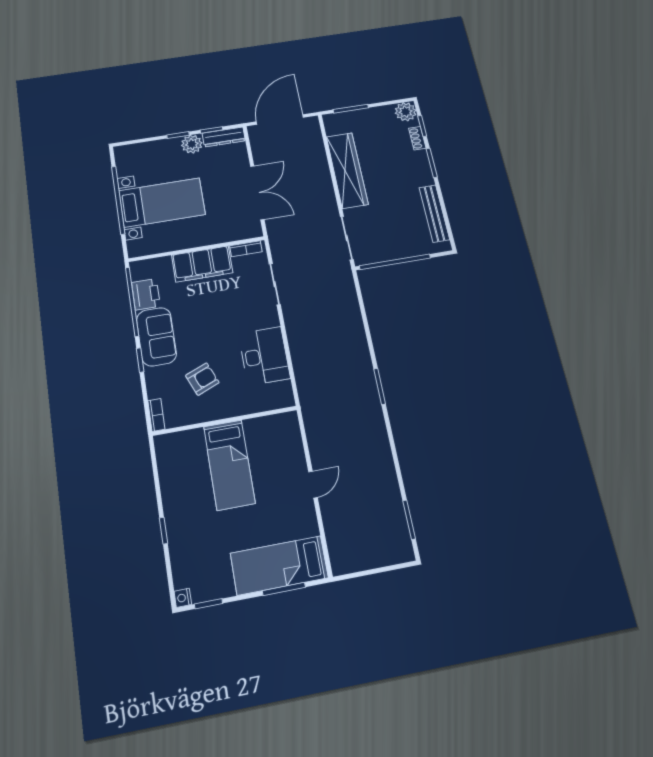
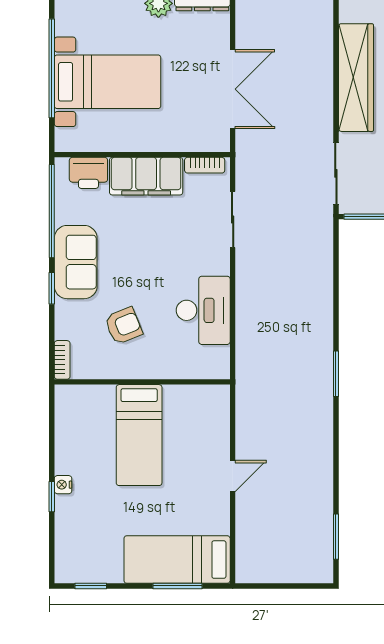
printer: (146, 294) -> (88, 173), moved, turned 90
nightstand: (183, 598) -> (63, 485), moved

